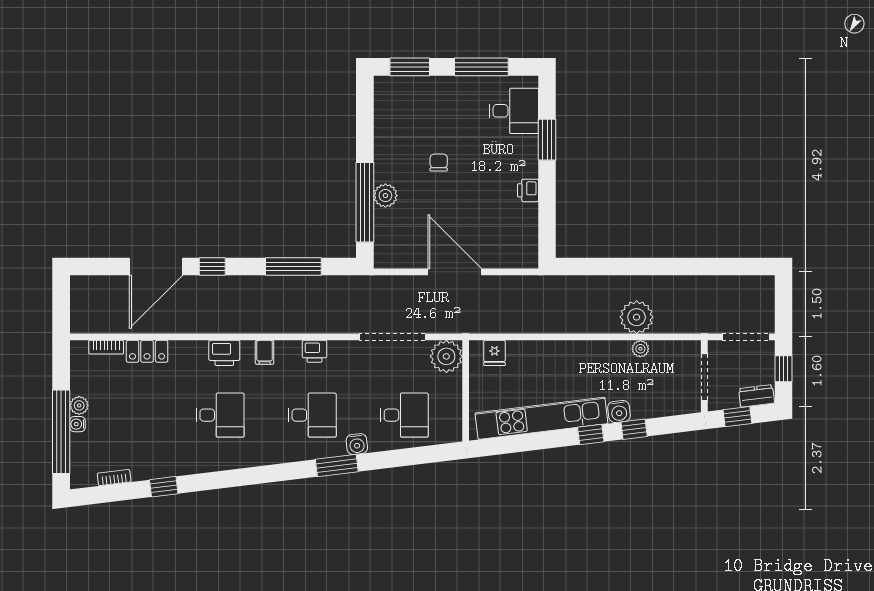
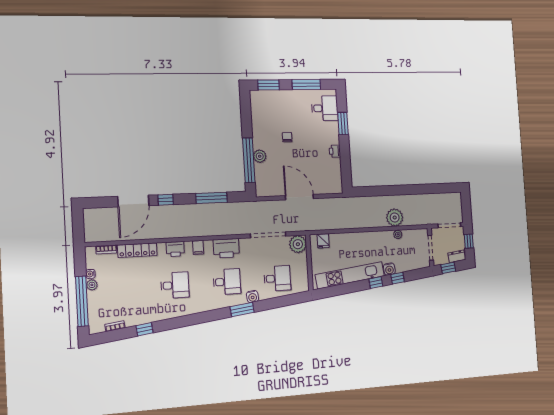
locker: (147, 351) -> (137, 250), width x1.53
printer: (314, 351) -> (226, 248), width x1.87, depth x1.48
water cooler: (78, 424) -> (90, 274), moved

